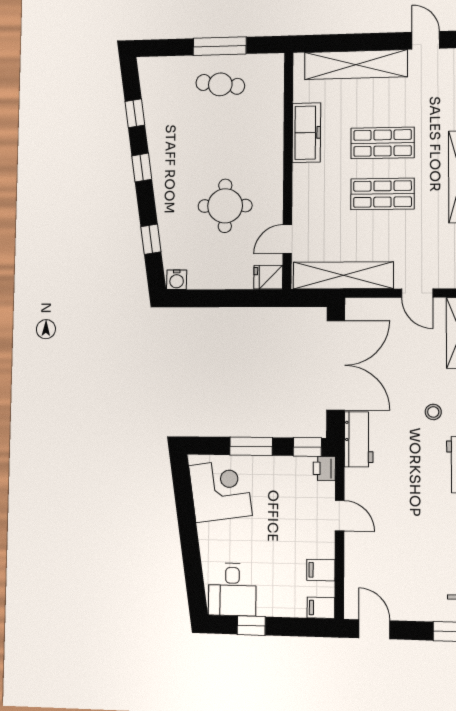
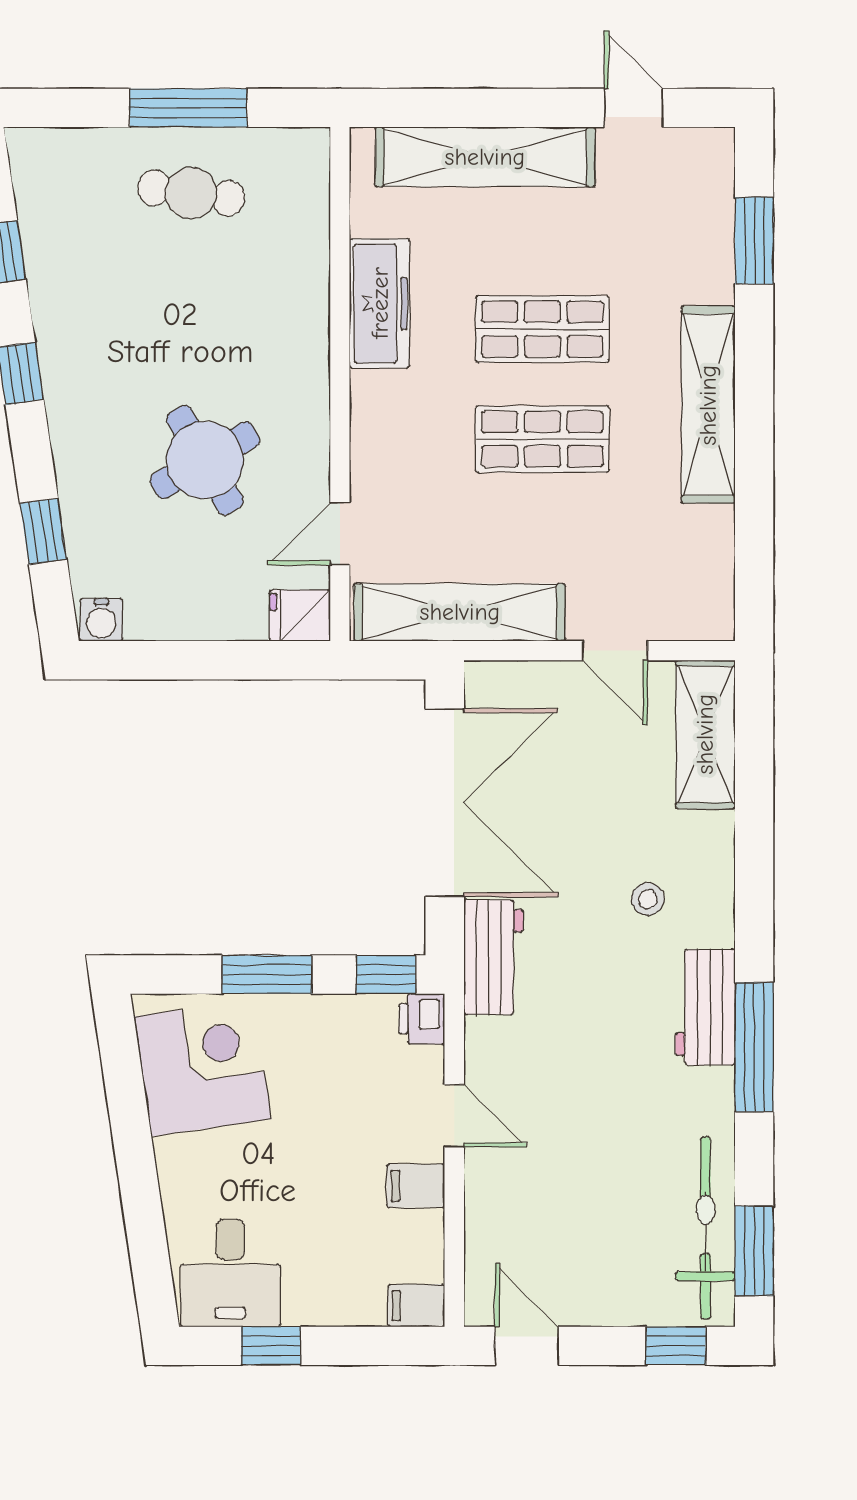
round table: (225, 206) -> (205, 460), turned -30
filing cabinet: (321, 570) -> (416, 1186), moved

